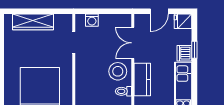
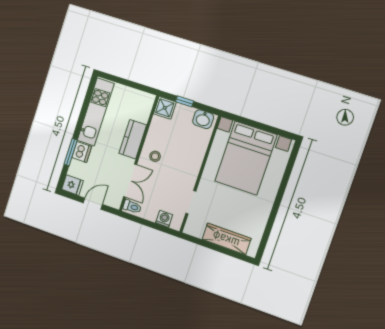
window: (194, 50) -> (71, 152), width x1.50
stool: (118, 71) -> (155, 156), width x0.53, depth x0.53
toilet: (123, 91) -> (132, 207), moved

